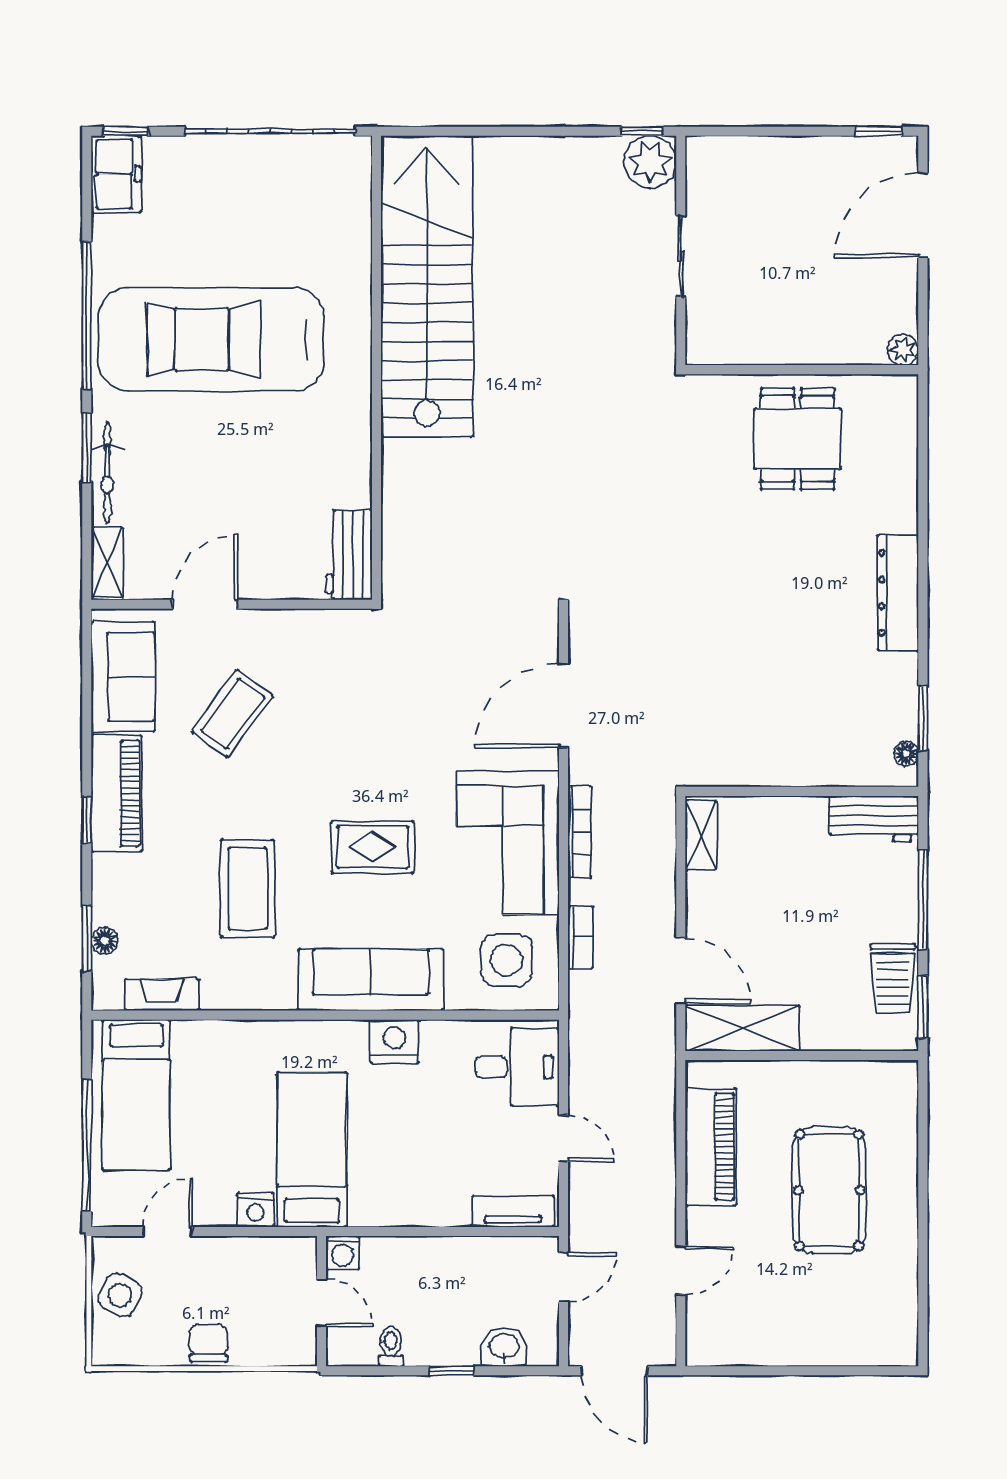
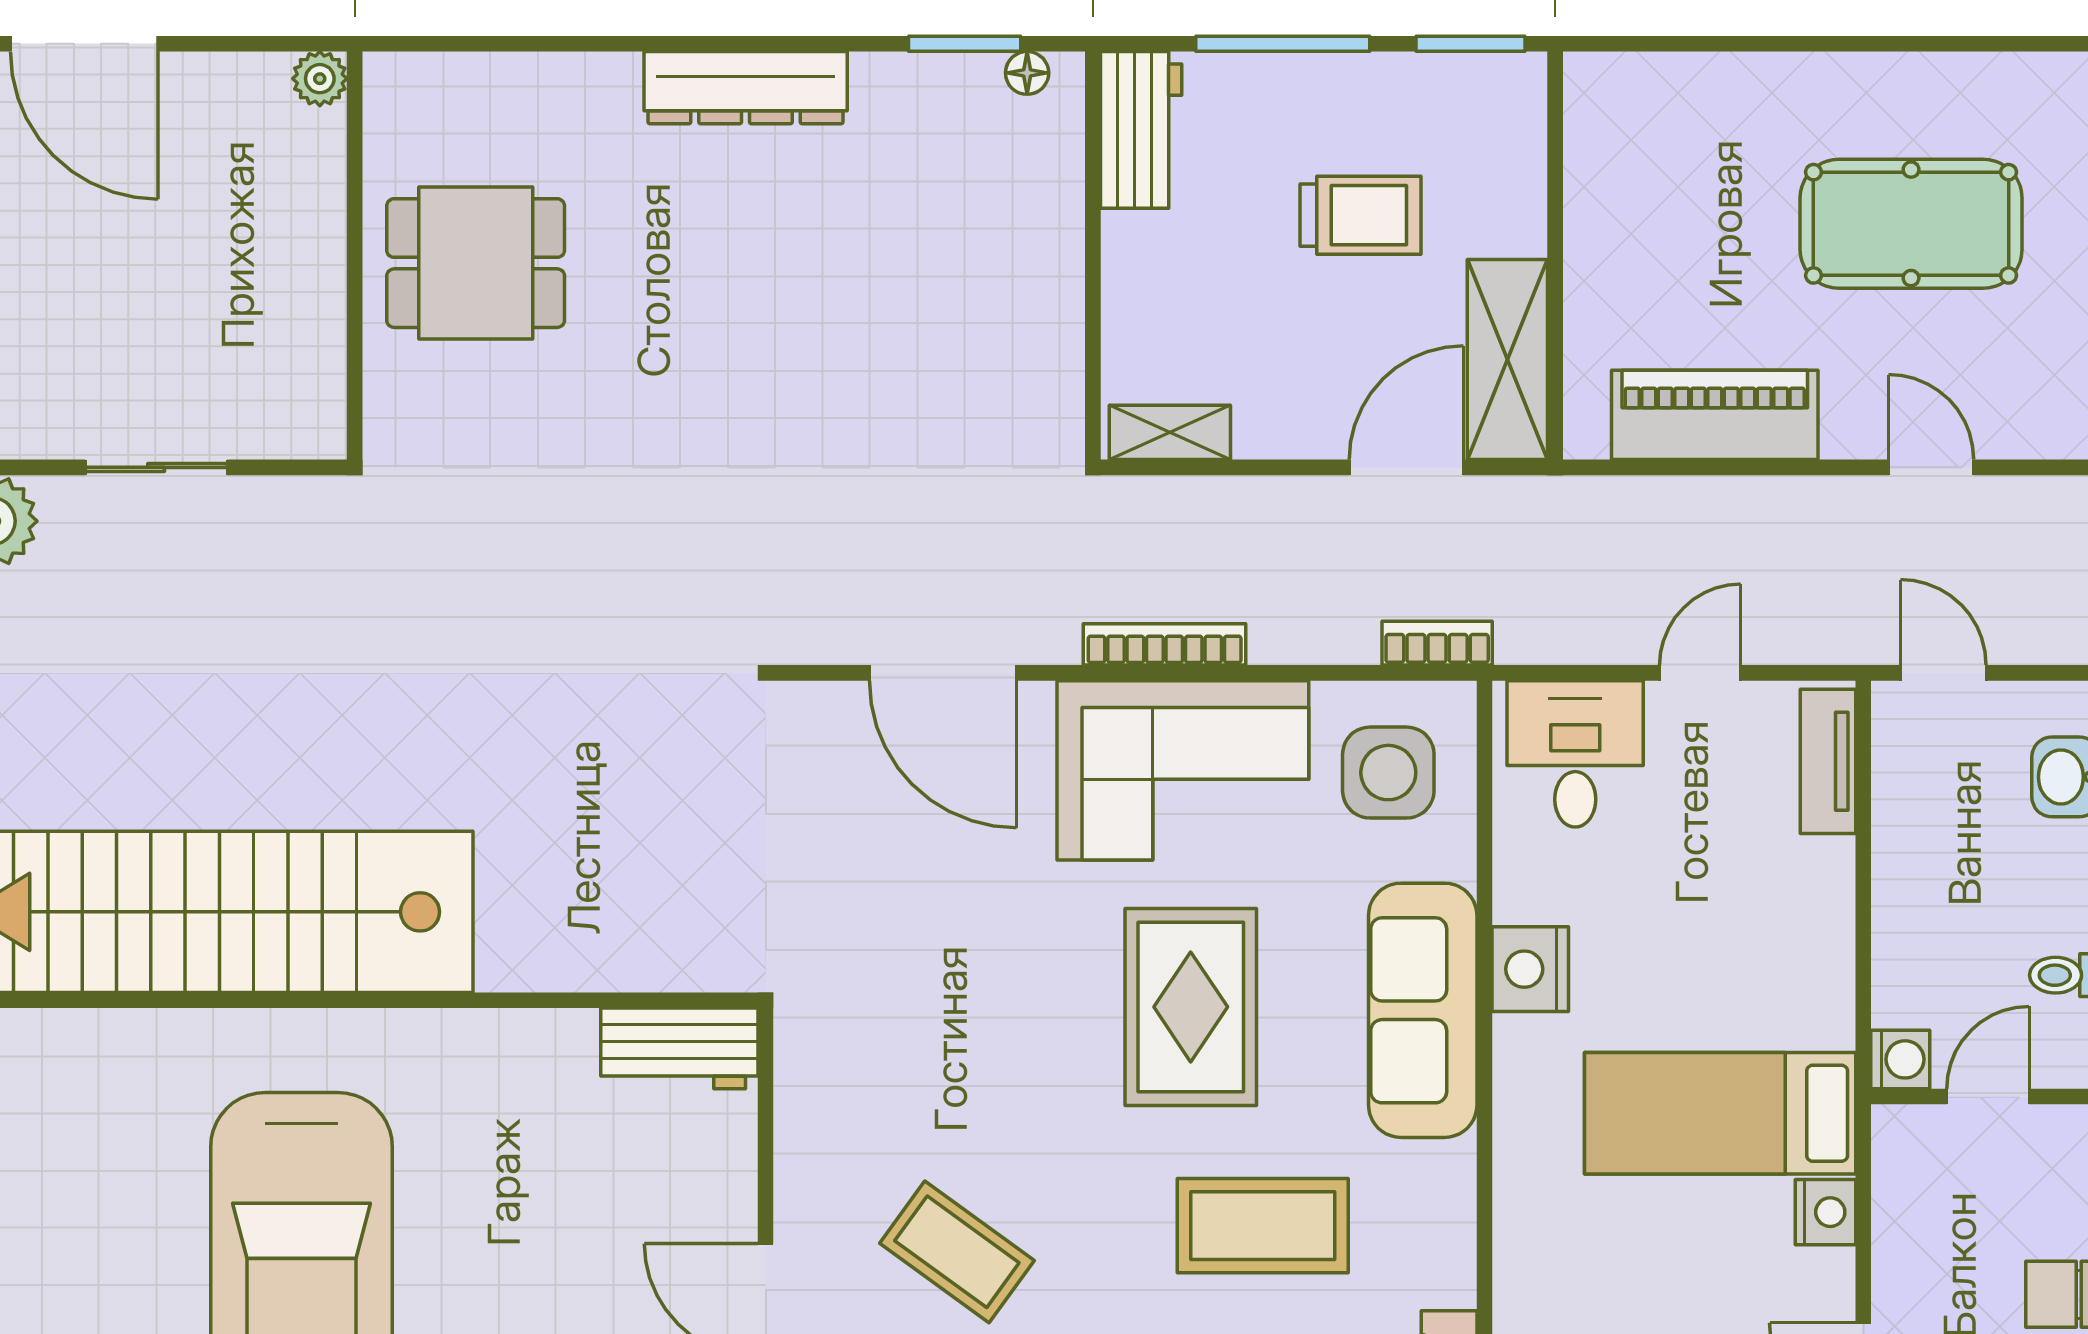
rug: (373, 847) -> (1191, 1007), width x1.36, depth x1.43
bookcase: (580, 937) -> (1437, 643), moved
trolley: (893, 978) -> (1361, 215), moved
pool table: (829, 1190) -> (1911, 224), moved

